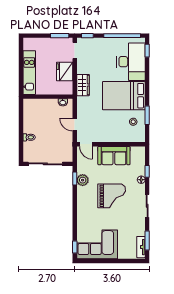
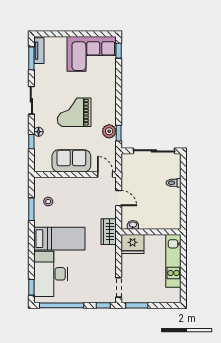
fridge: (65, 72) -> (133, 244), moved, turned 90
wardrobe: (83, 85) -> (109, 232), moved
bed: (124, 96) -> (59, 239), width x0.67

